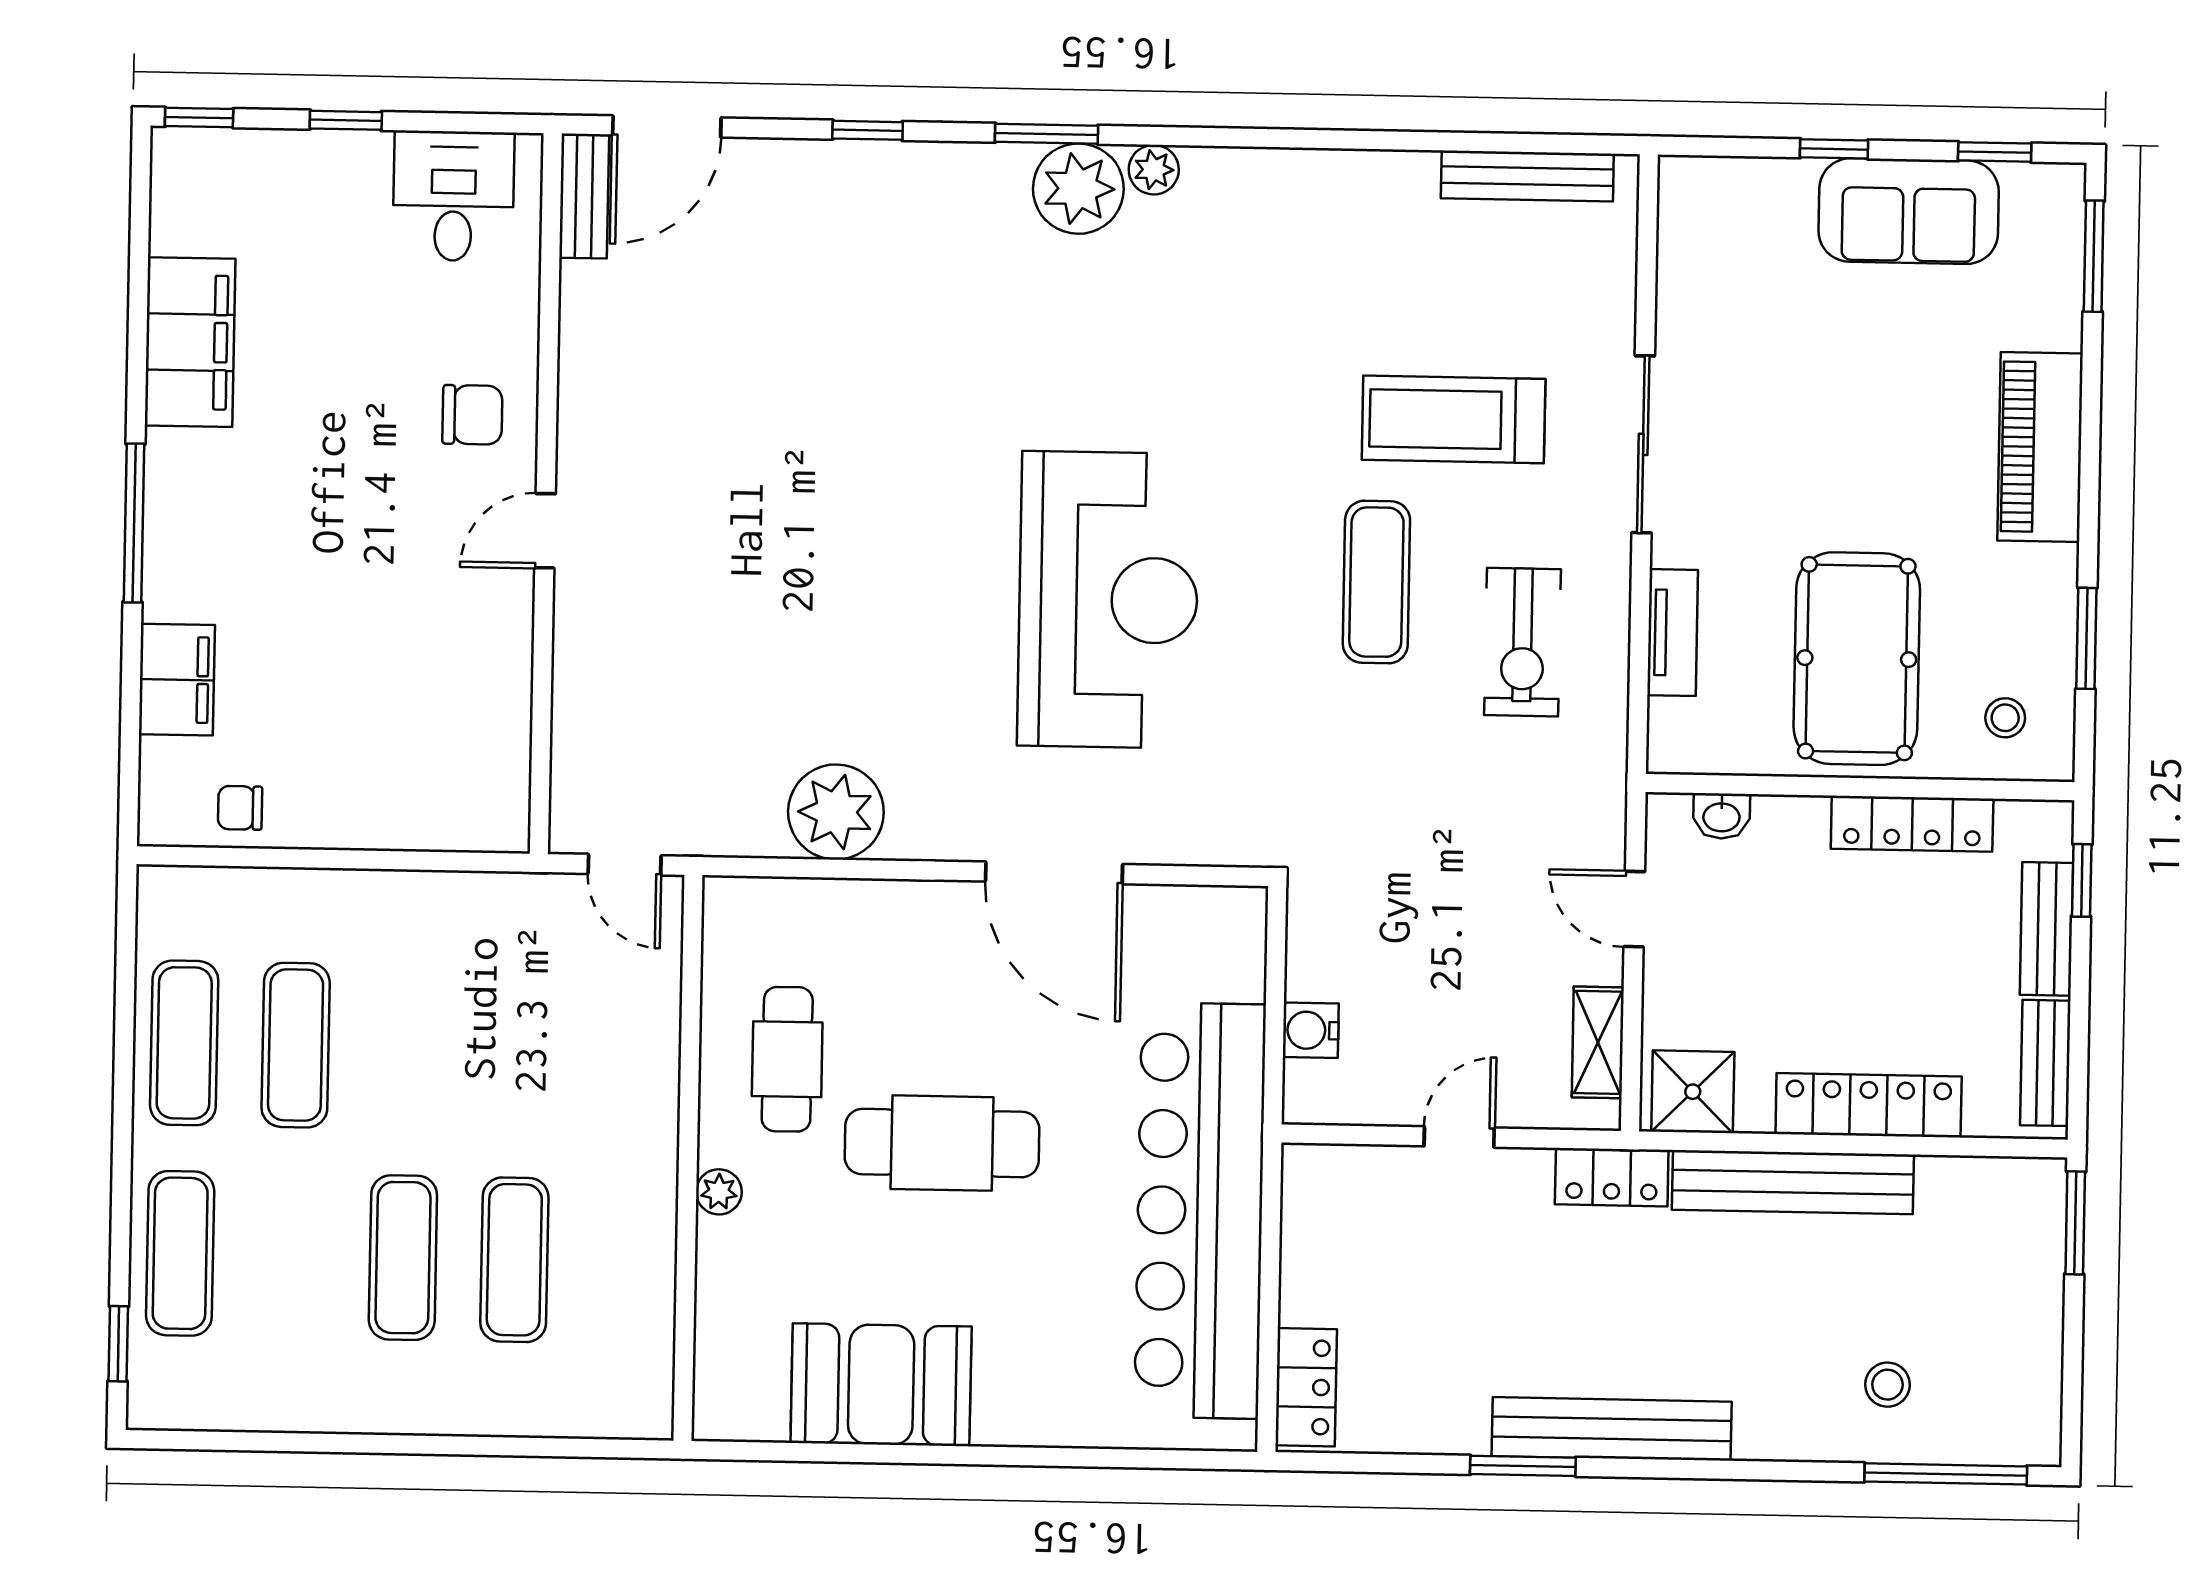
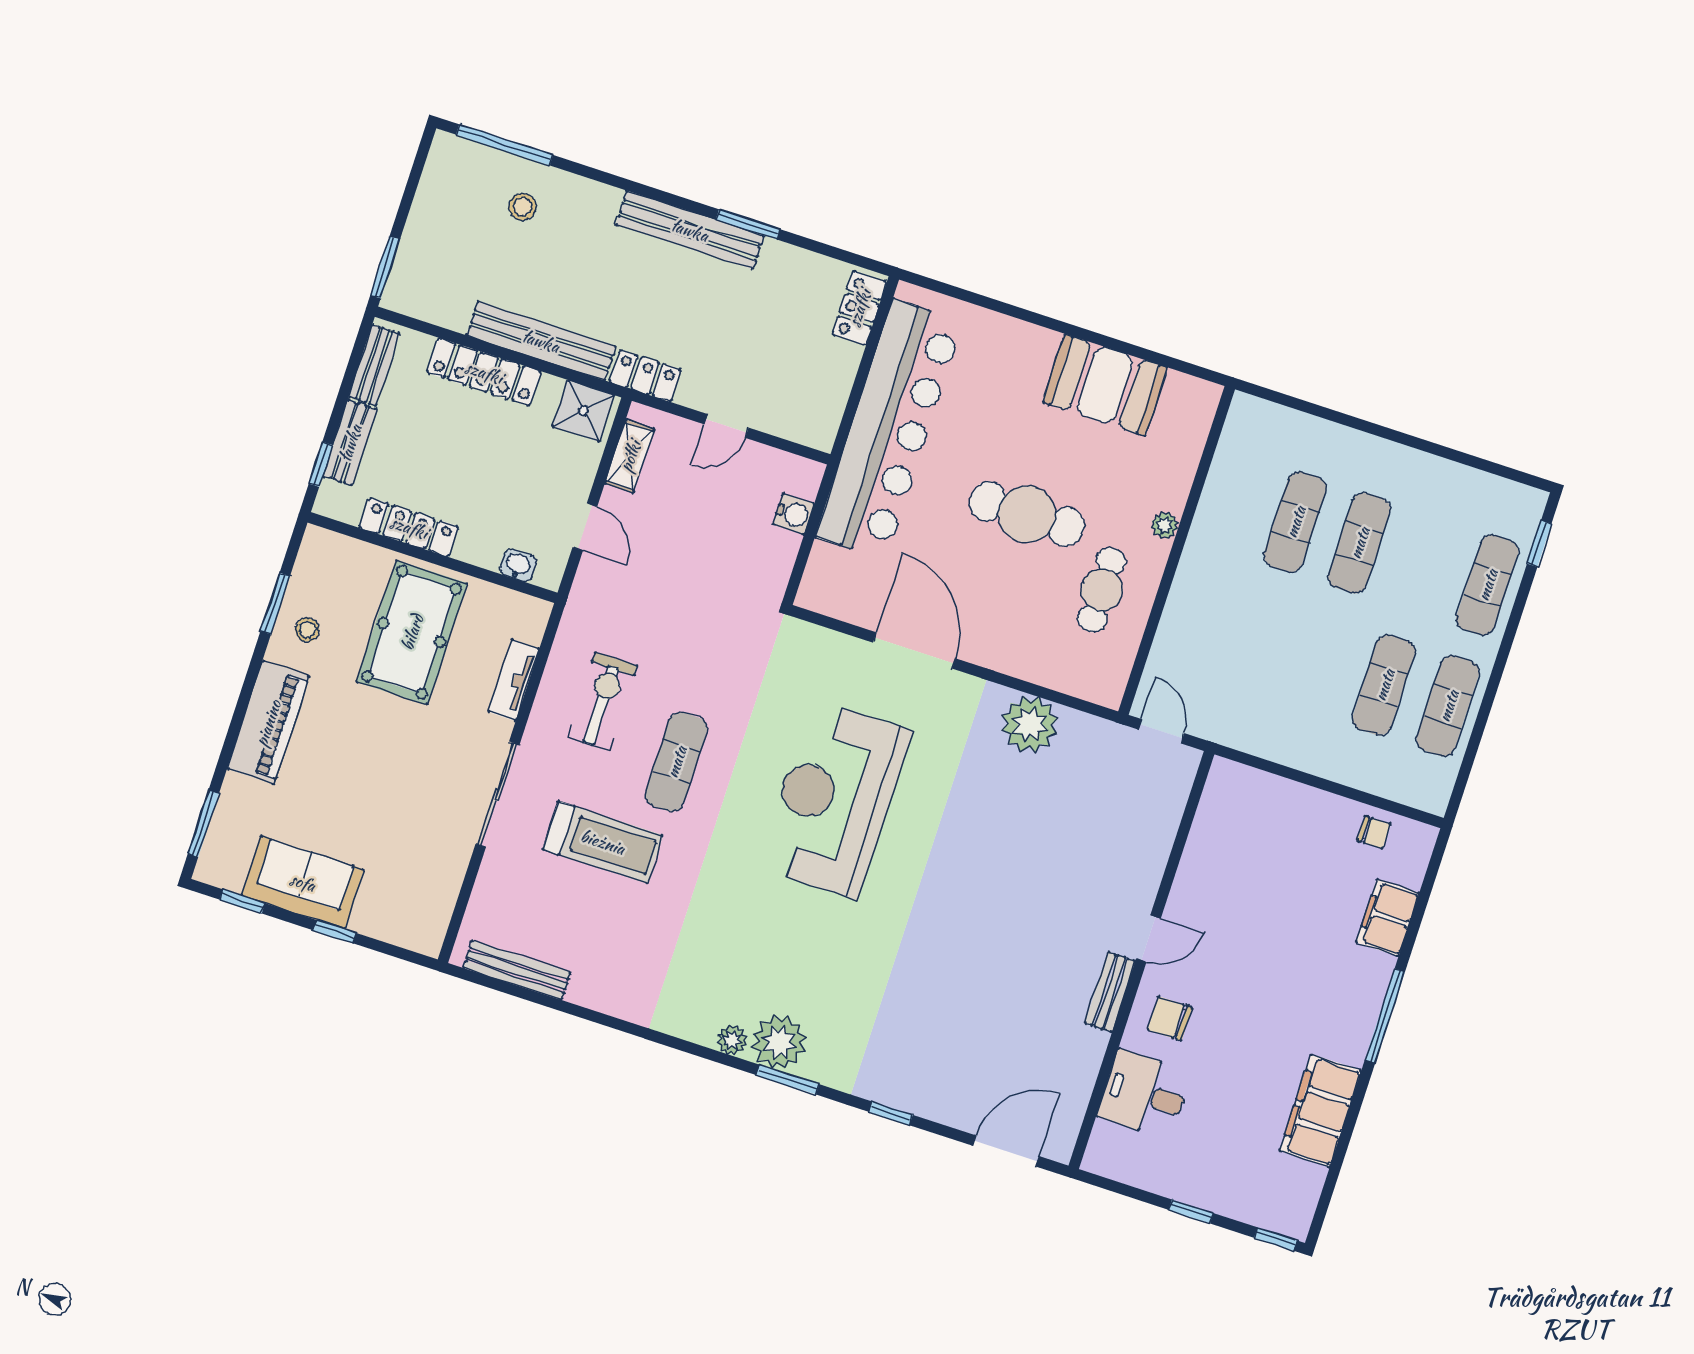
desk: (453, 196) -> (1144, 1094), moved, turned 90
bench: (584, 196) -> (1110, 992), moved
stool: (2005, 718) -> (307, 630), moved

